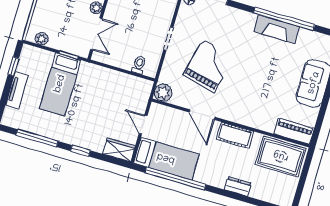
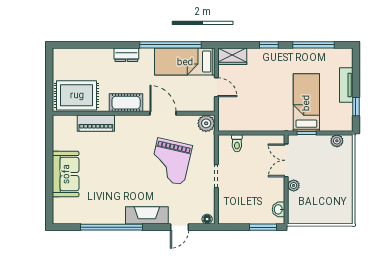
fireplace: (277, 29) -> (147, 215), moved
piano: (294, 131) -> (96, 123), moved
dresser: (238, 186) -> (126, 55), moved

